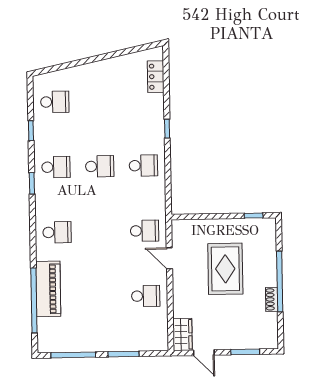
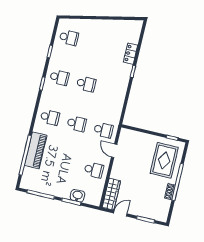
locker: (156, 77) -> (130, 54), moved
school desk: (143, 166) -> (77, 124), moved
rug: (225, 269) -> (164, 160), moved
wardrobe: (183, 334) -> (111, 194), width x1.50
washbasin: (131, 342) -> (77, 196), added
door: (204, 353) -> (120, 213), swing flipped

